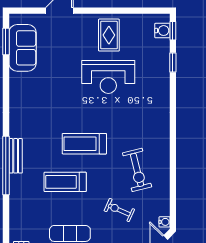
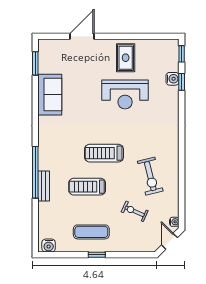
water cooler: (162, 31) -> (173, 79), moved
sofa: (23, 48) -> (50, 95), moved
bench: (16, 156) -> (44, 186), moved

